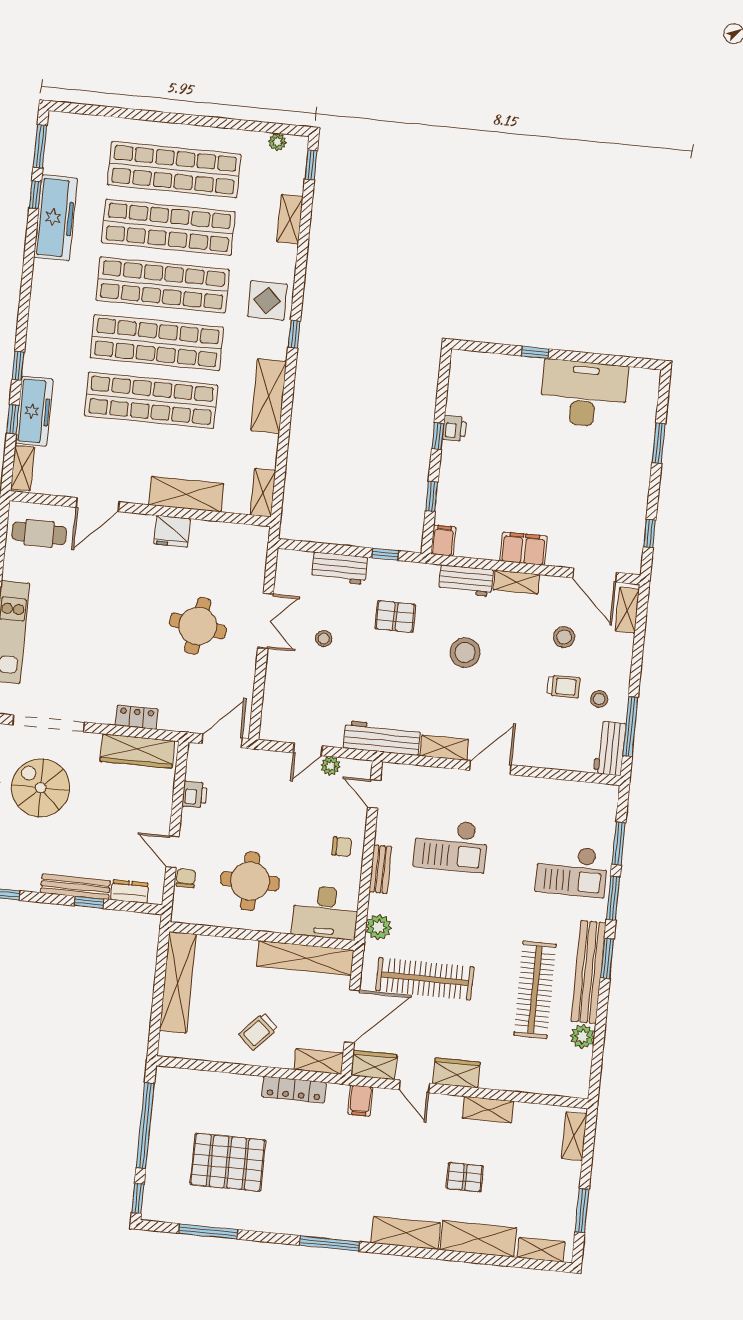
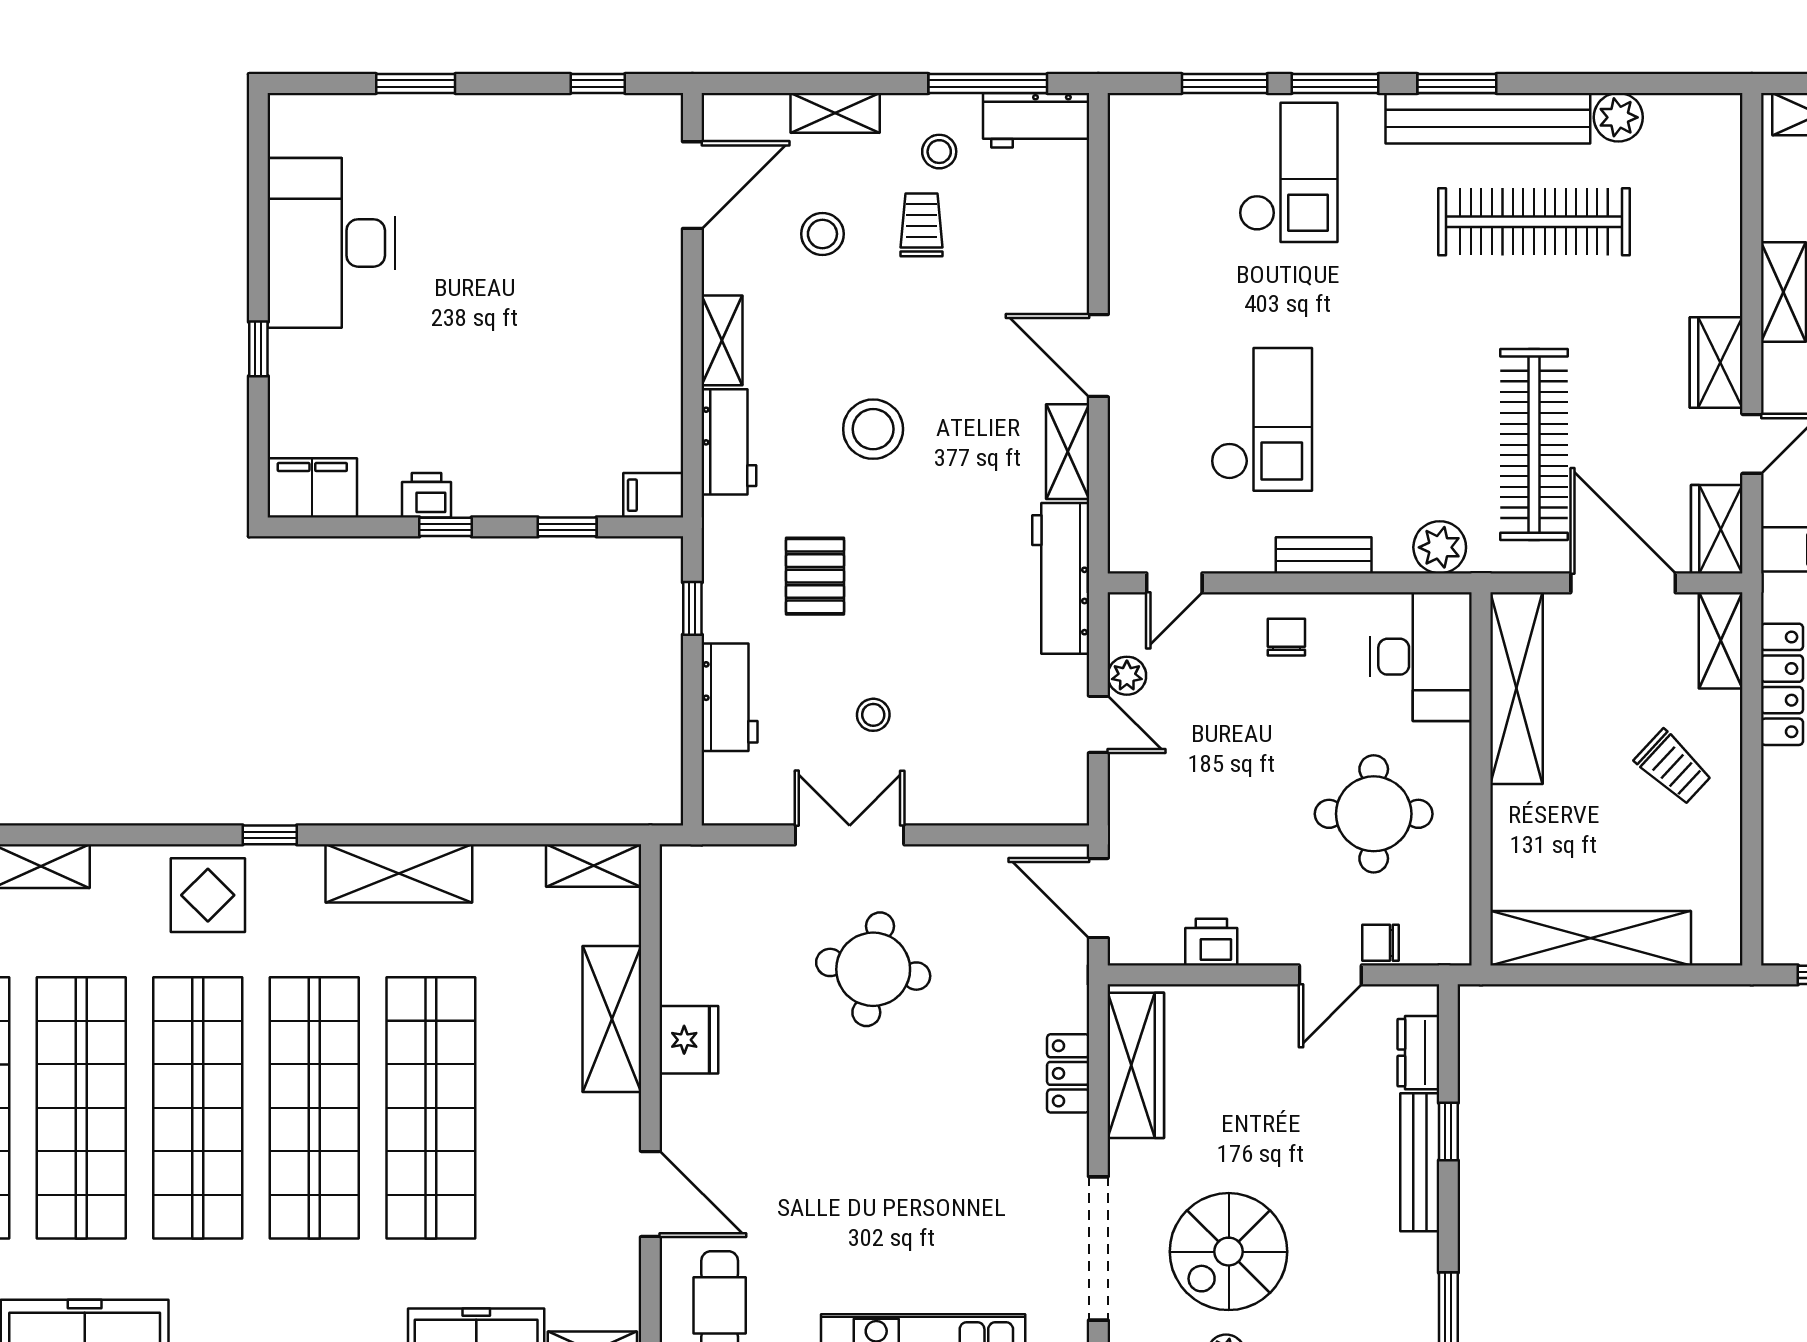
filing cabinet: (524, 549) -> (312, 488), moved, turned 90
shelving: (627, 610) -> (835, 113), moved

